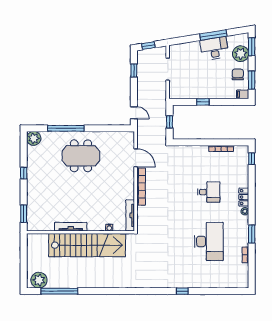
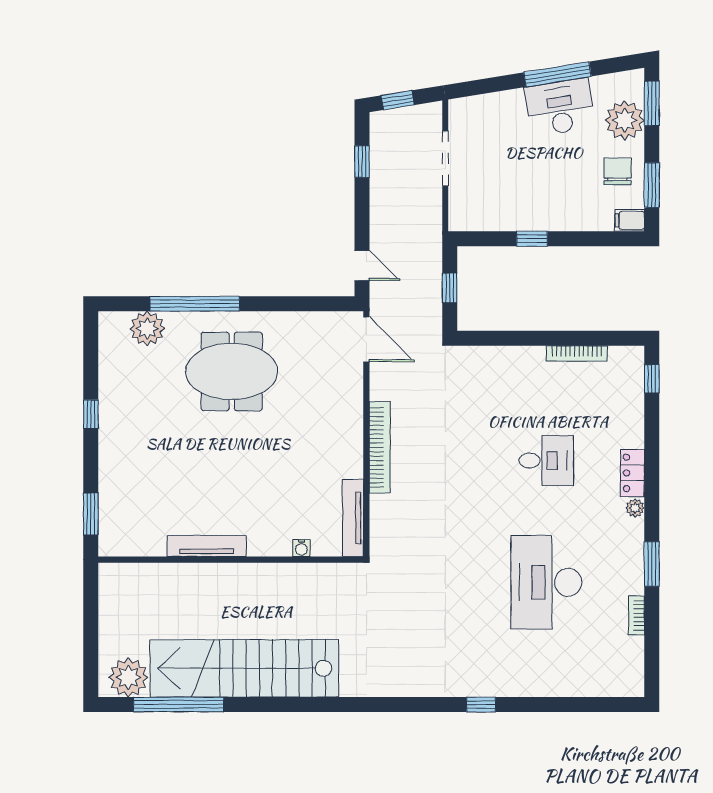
plant: (34, 138) -> (147, 329), moved
door: (136, 158) -> (366, 339), moved
desk: (209, 241) -> (546, 582), turned 180
stairs: (87, 245) -> (244, 668), moved, turned 180

